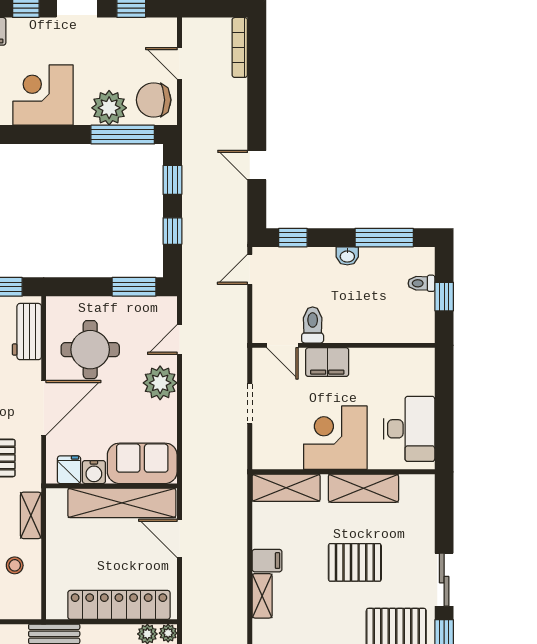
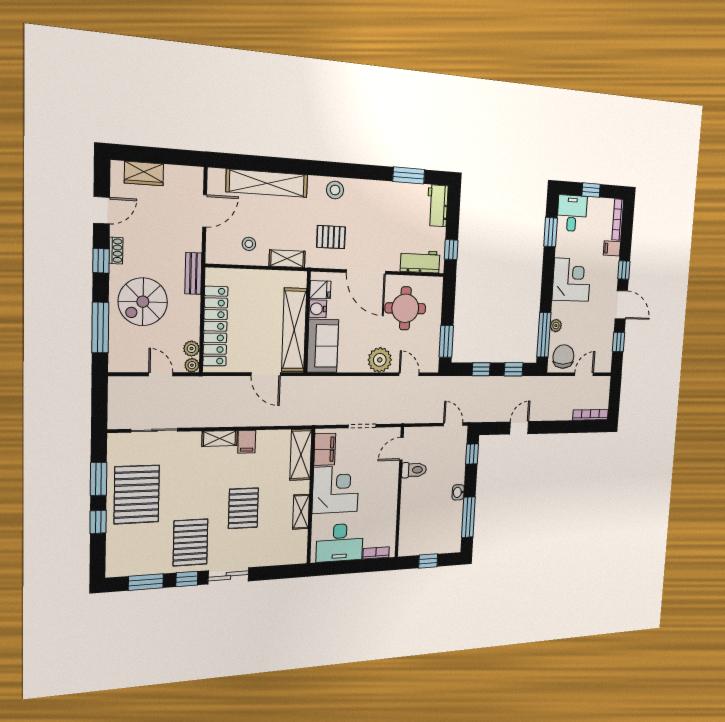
plant: (109, 108) -> (556, 326), width x0.53, depth x0.53
toilet: (421, 283) -> (438, 545), removed
filing cabinet: (327, 362) -> (325, 449), moved, turned 180
bookcase: (427, 375) -> (376, 553), added
shelving: (363, 488) -> (301, 512), width x0.67, depth x0.75
door: (179, 538) -> (266, 374), swing flipped

